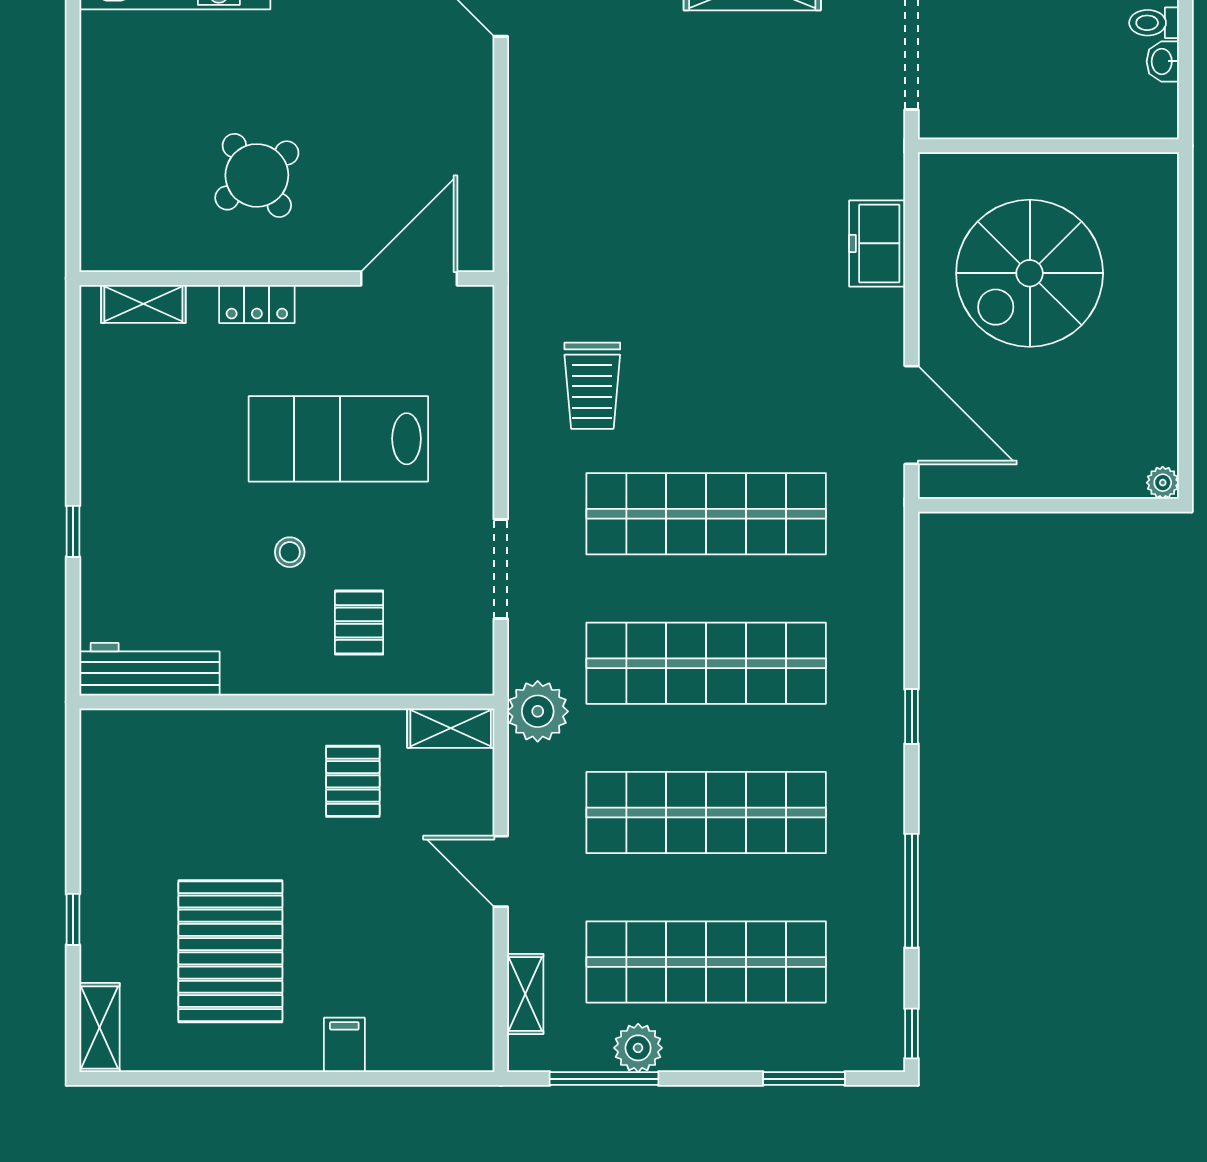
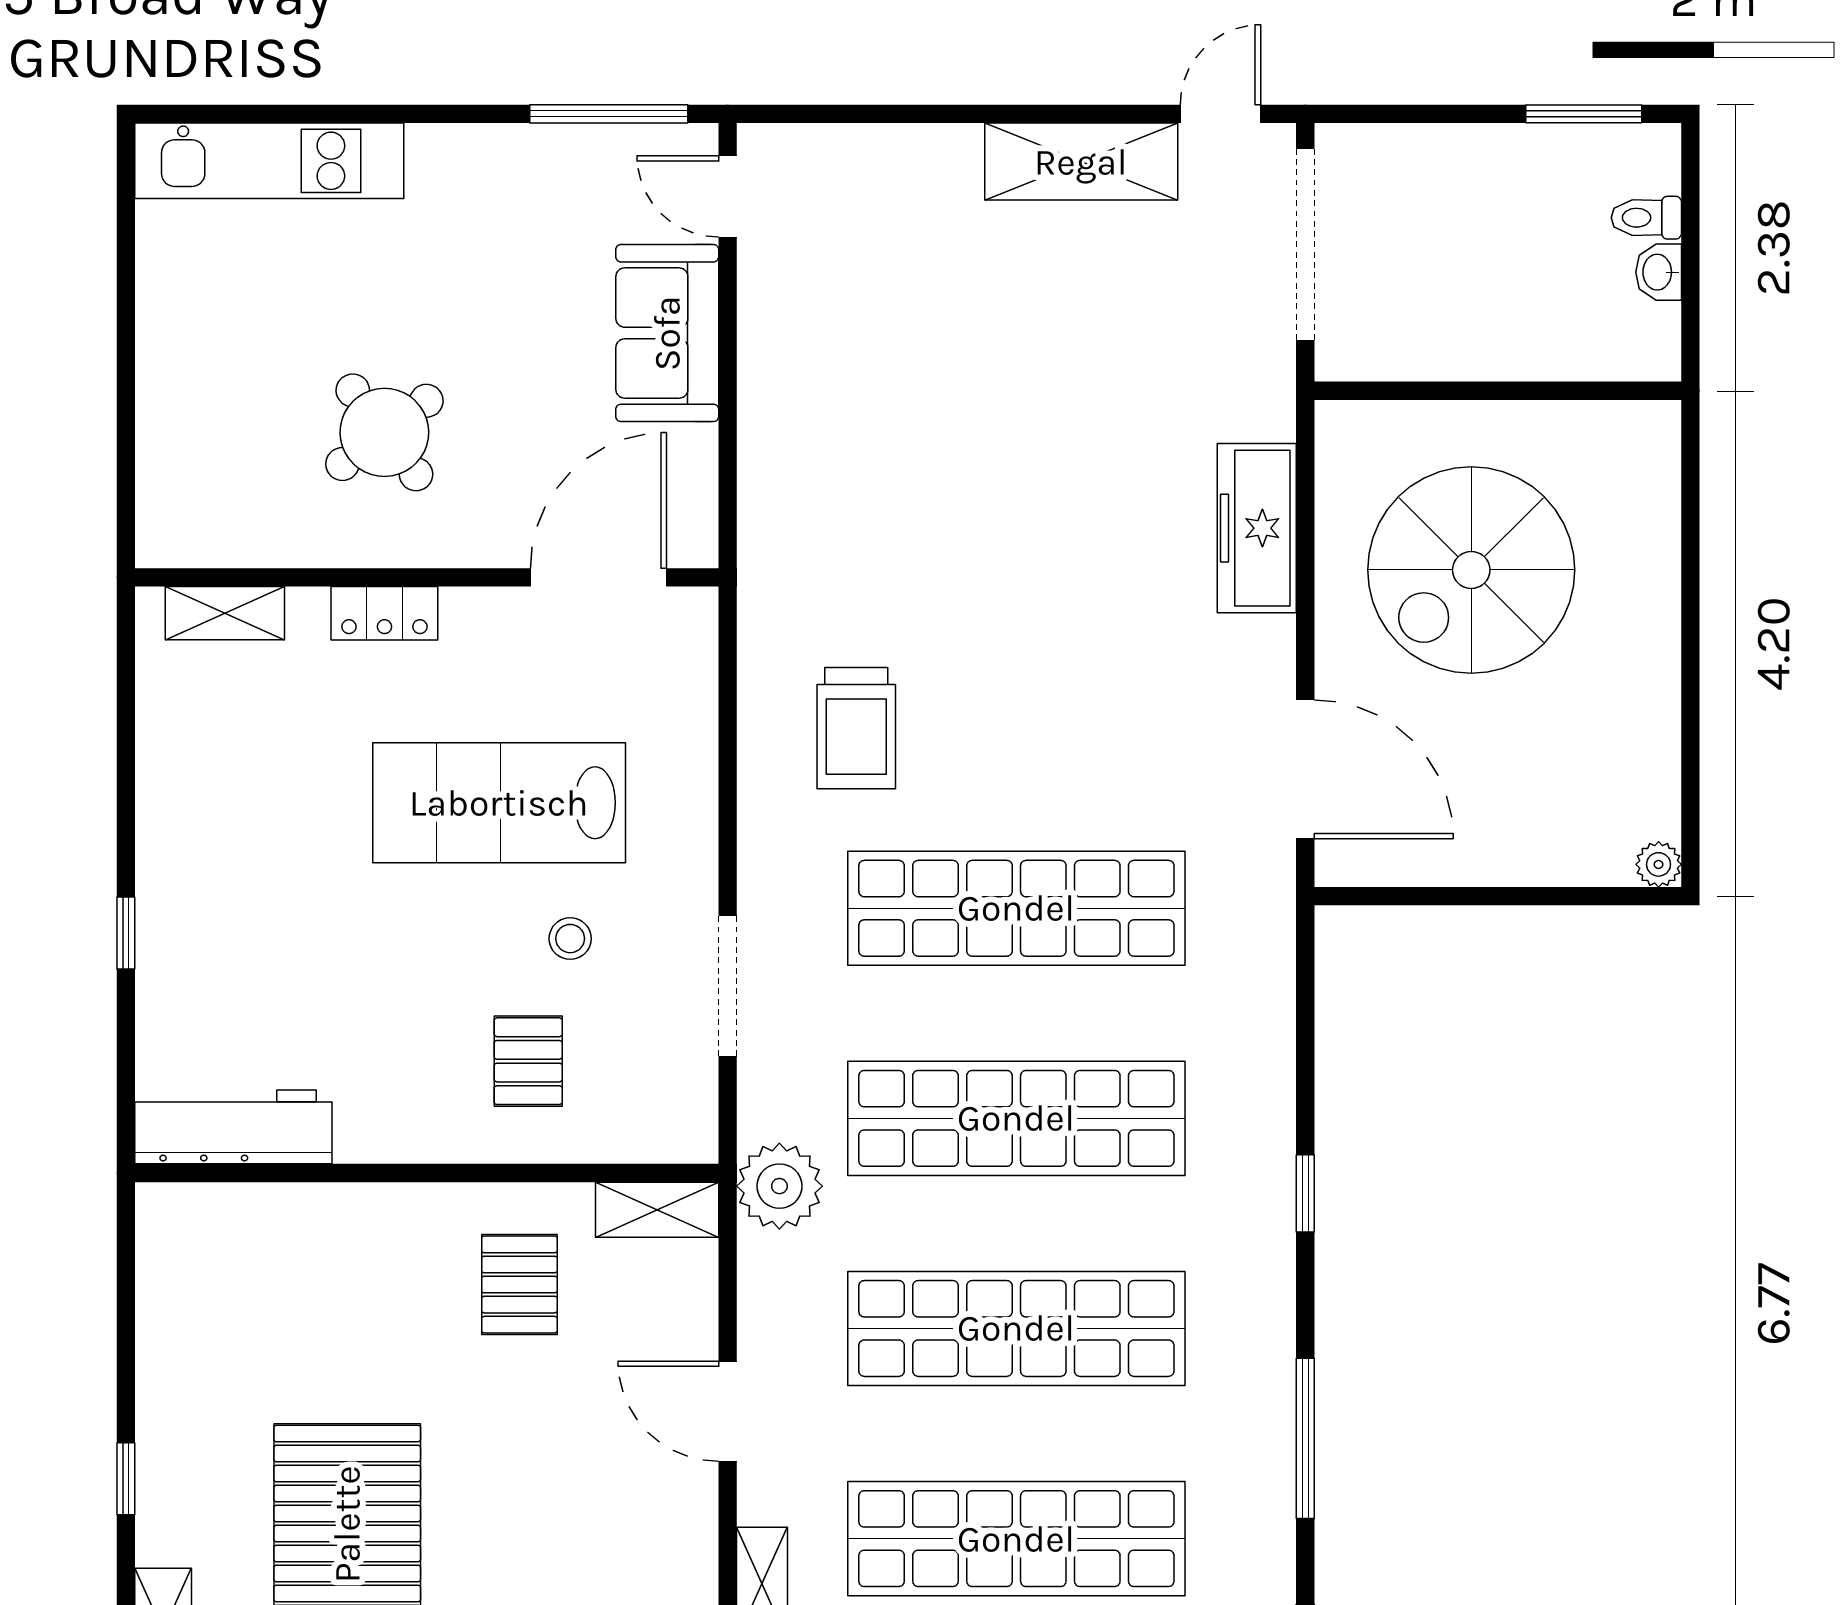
sofa: (458, 105) -> (667, 333), added
freezer: (877, 243) -> (1257, 528), width x1.40
stool: (290, 552) -> (570, 939), moved

